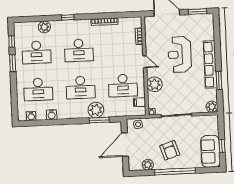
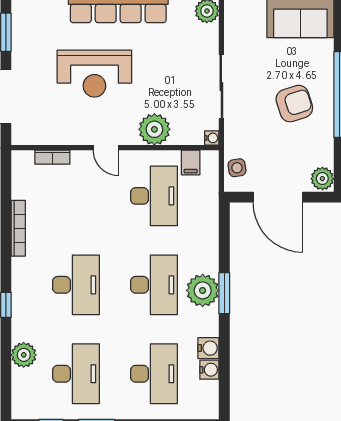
door: (145, 62) -> (106, 148), swing flipped
plant: (96, 110) -> (203, 290), moved
water cooler: (31, 116) -> (209, 370), moved
window: (99, 120) -> (224, 293), moved
plant: (148, 165) -> (322, 179), moved

